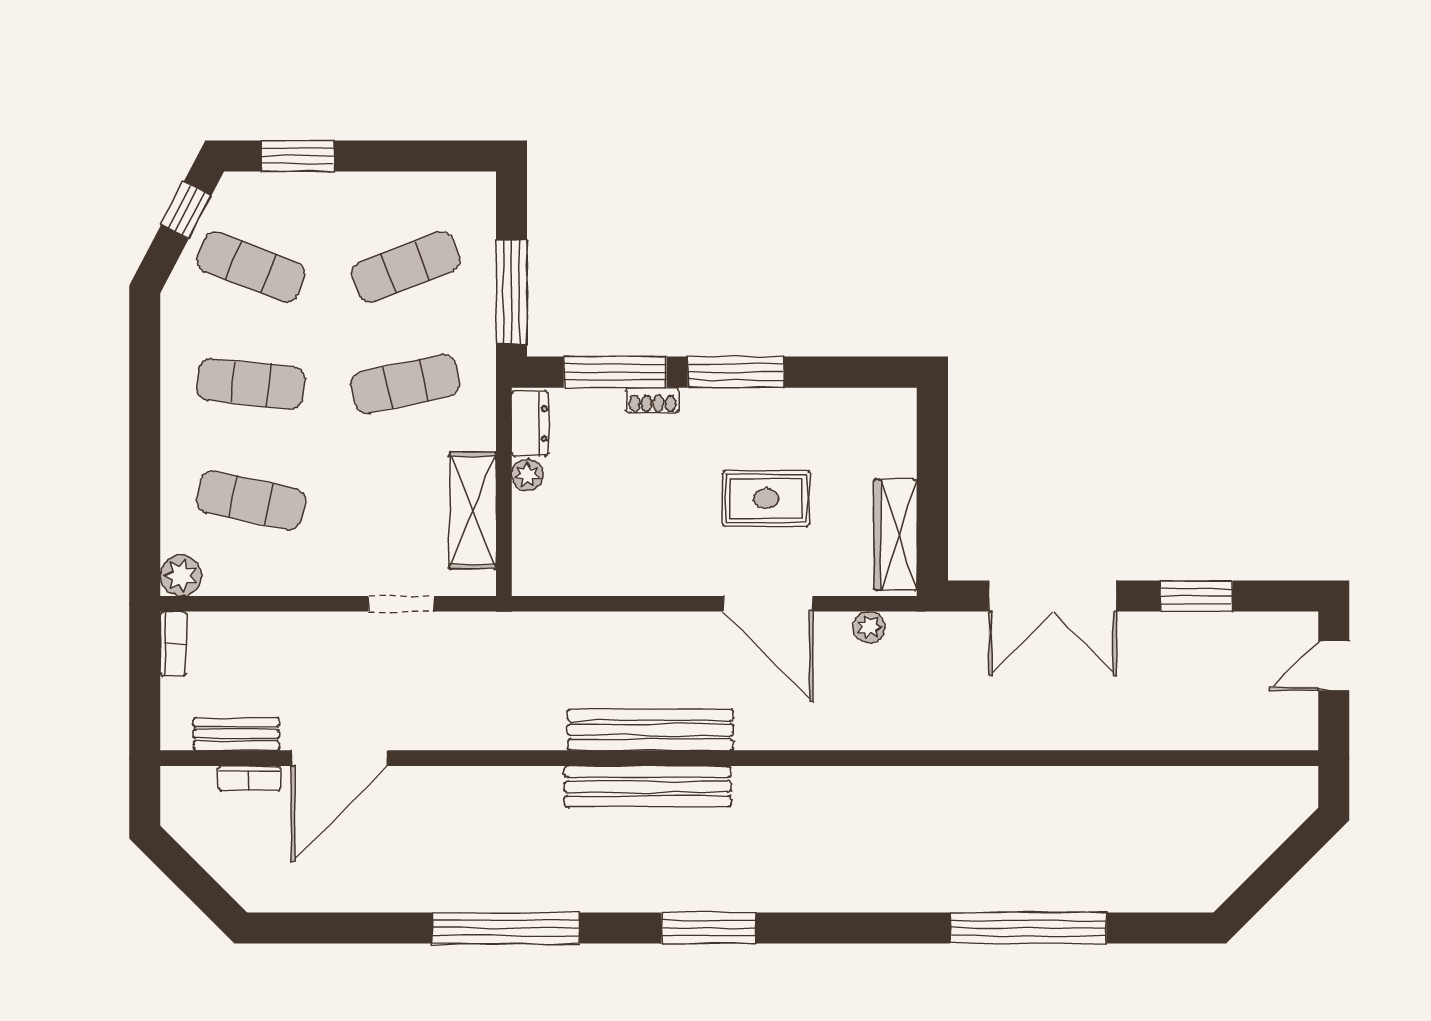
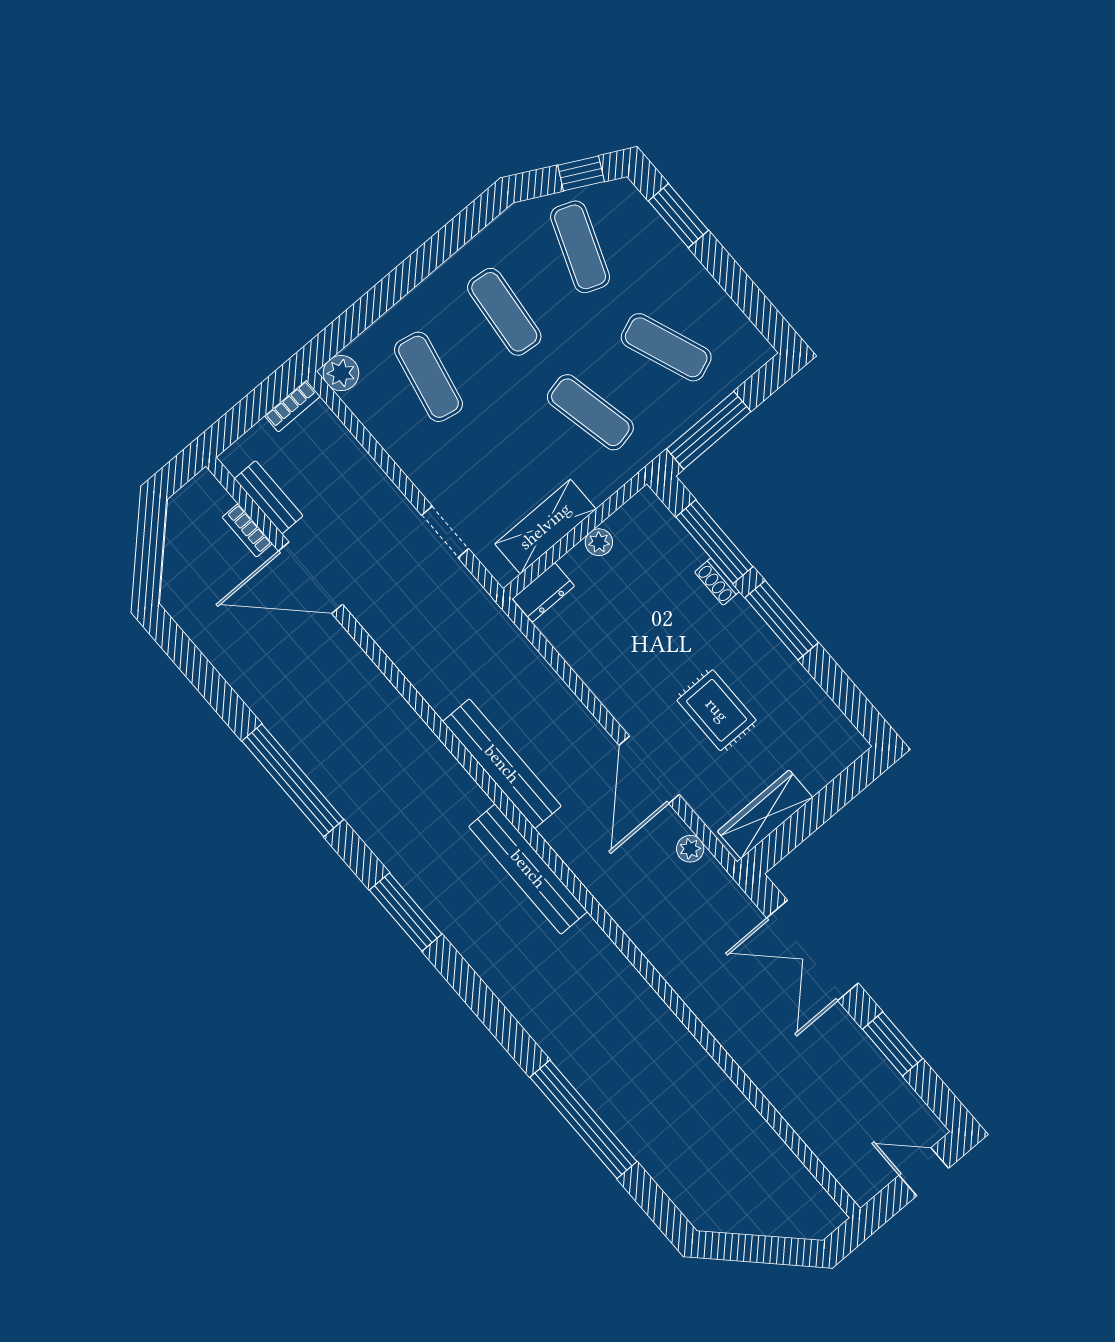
dresser: (530, 424) -> (544, 592), moved
bench: (648, 787) -> (528, 869), moved

